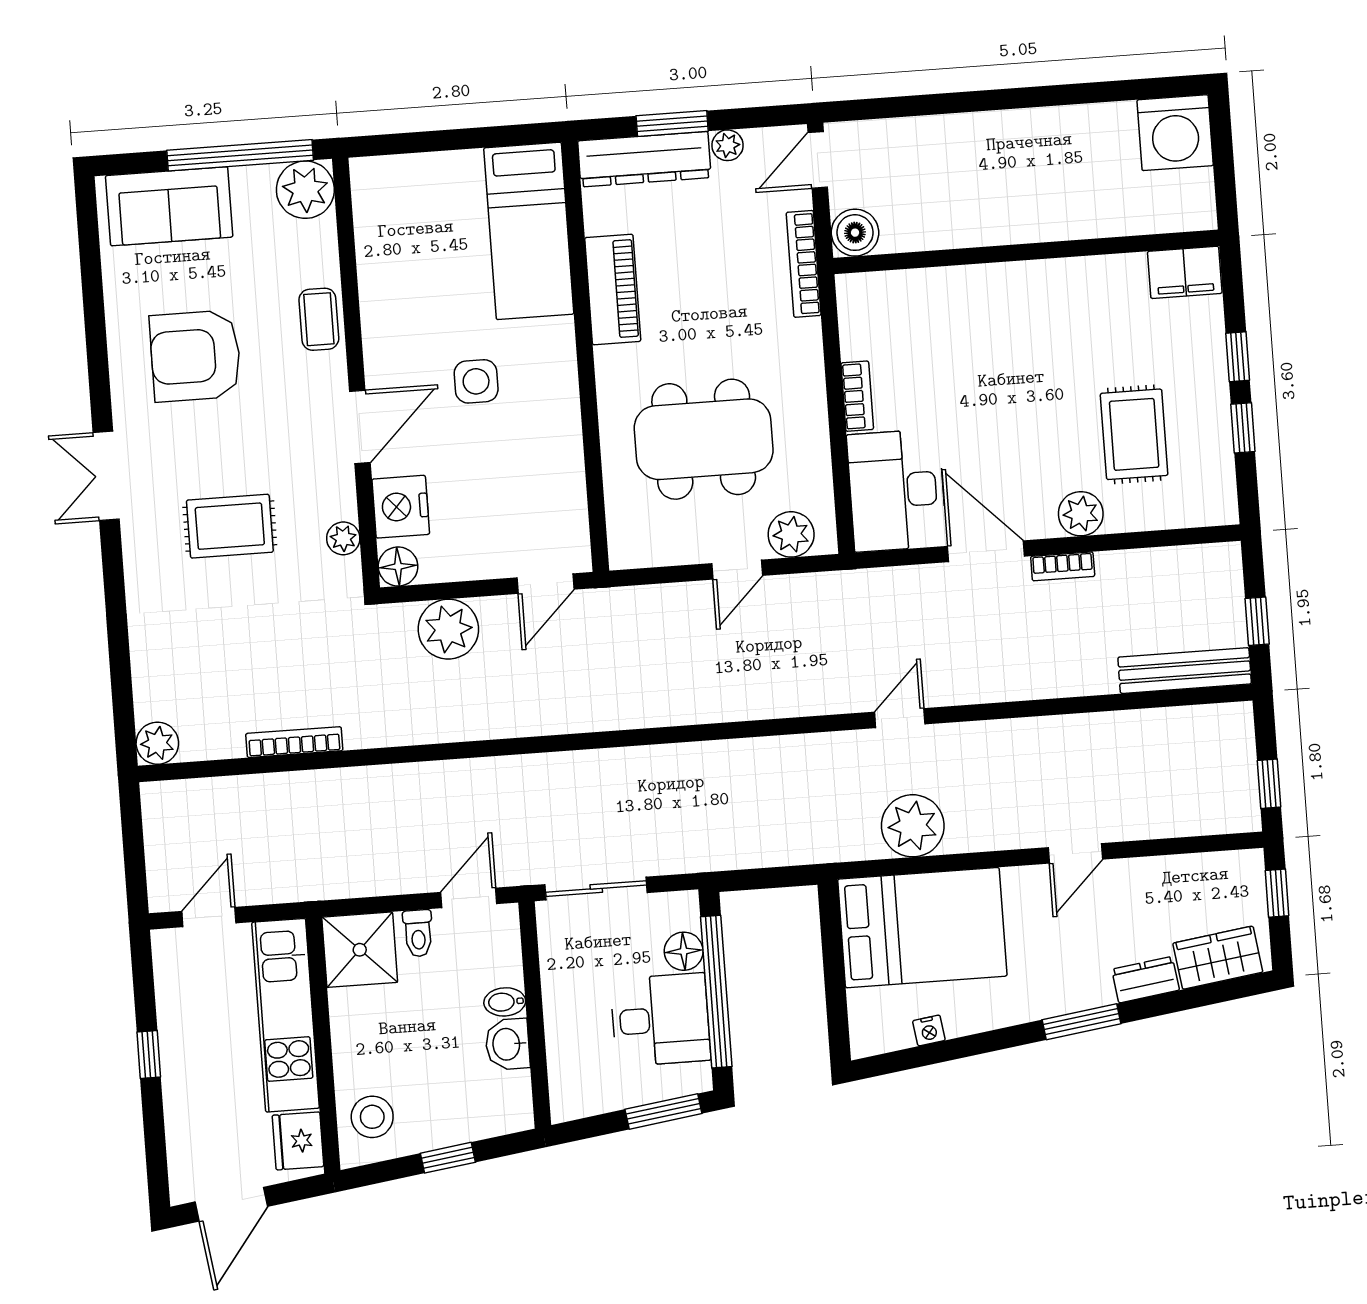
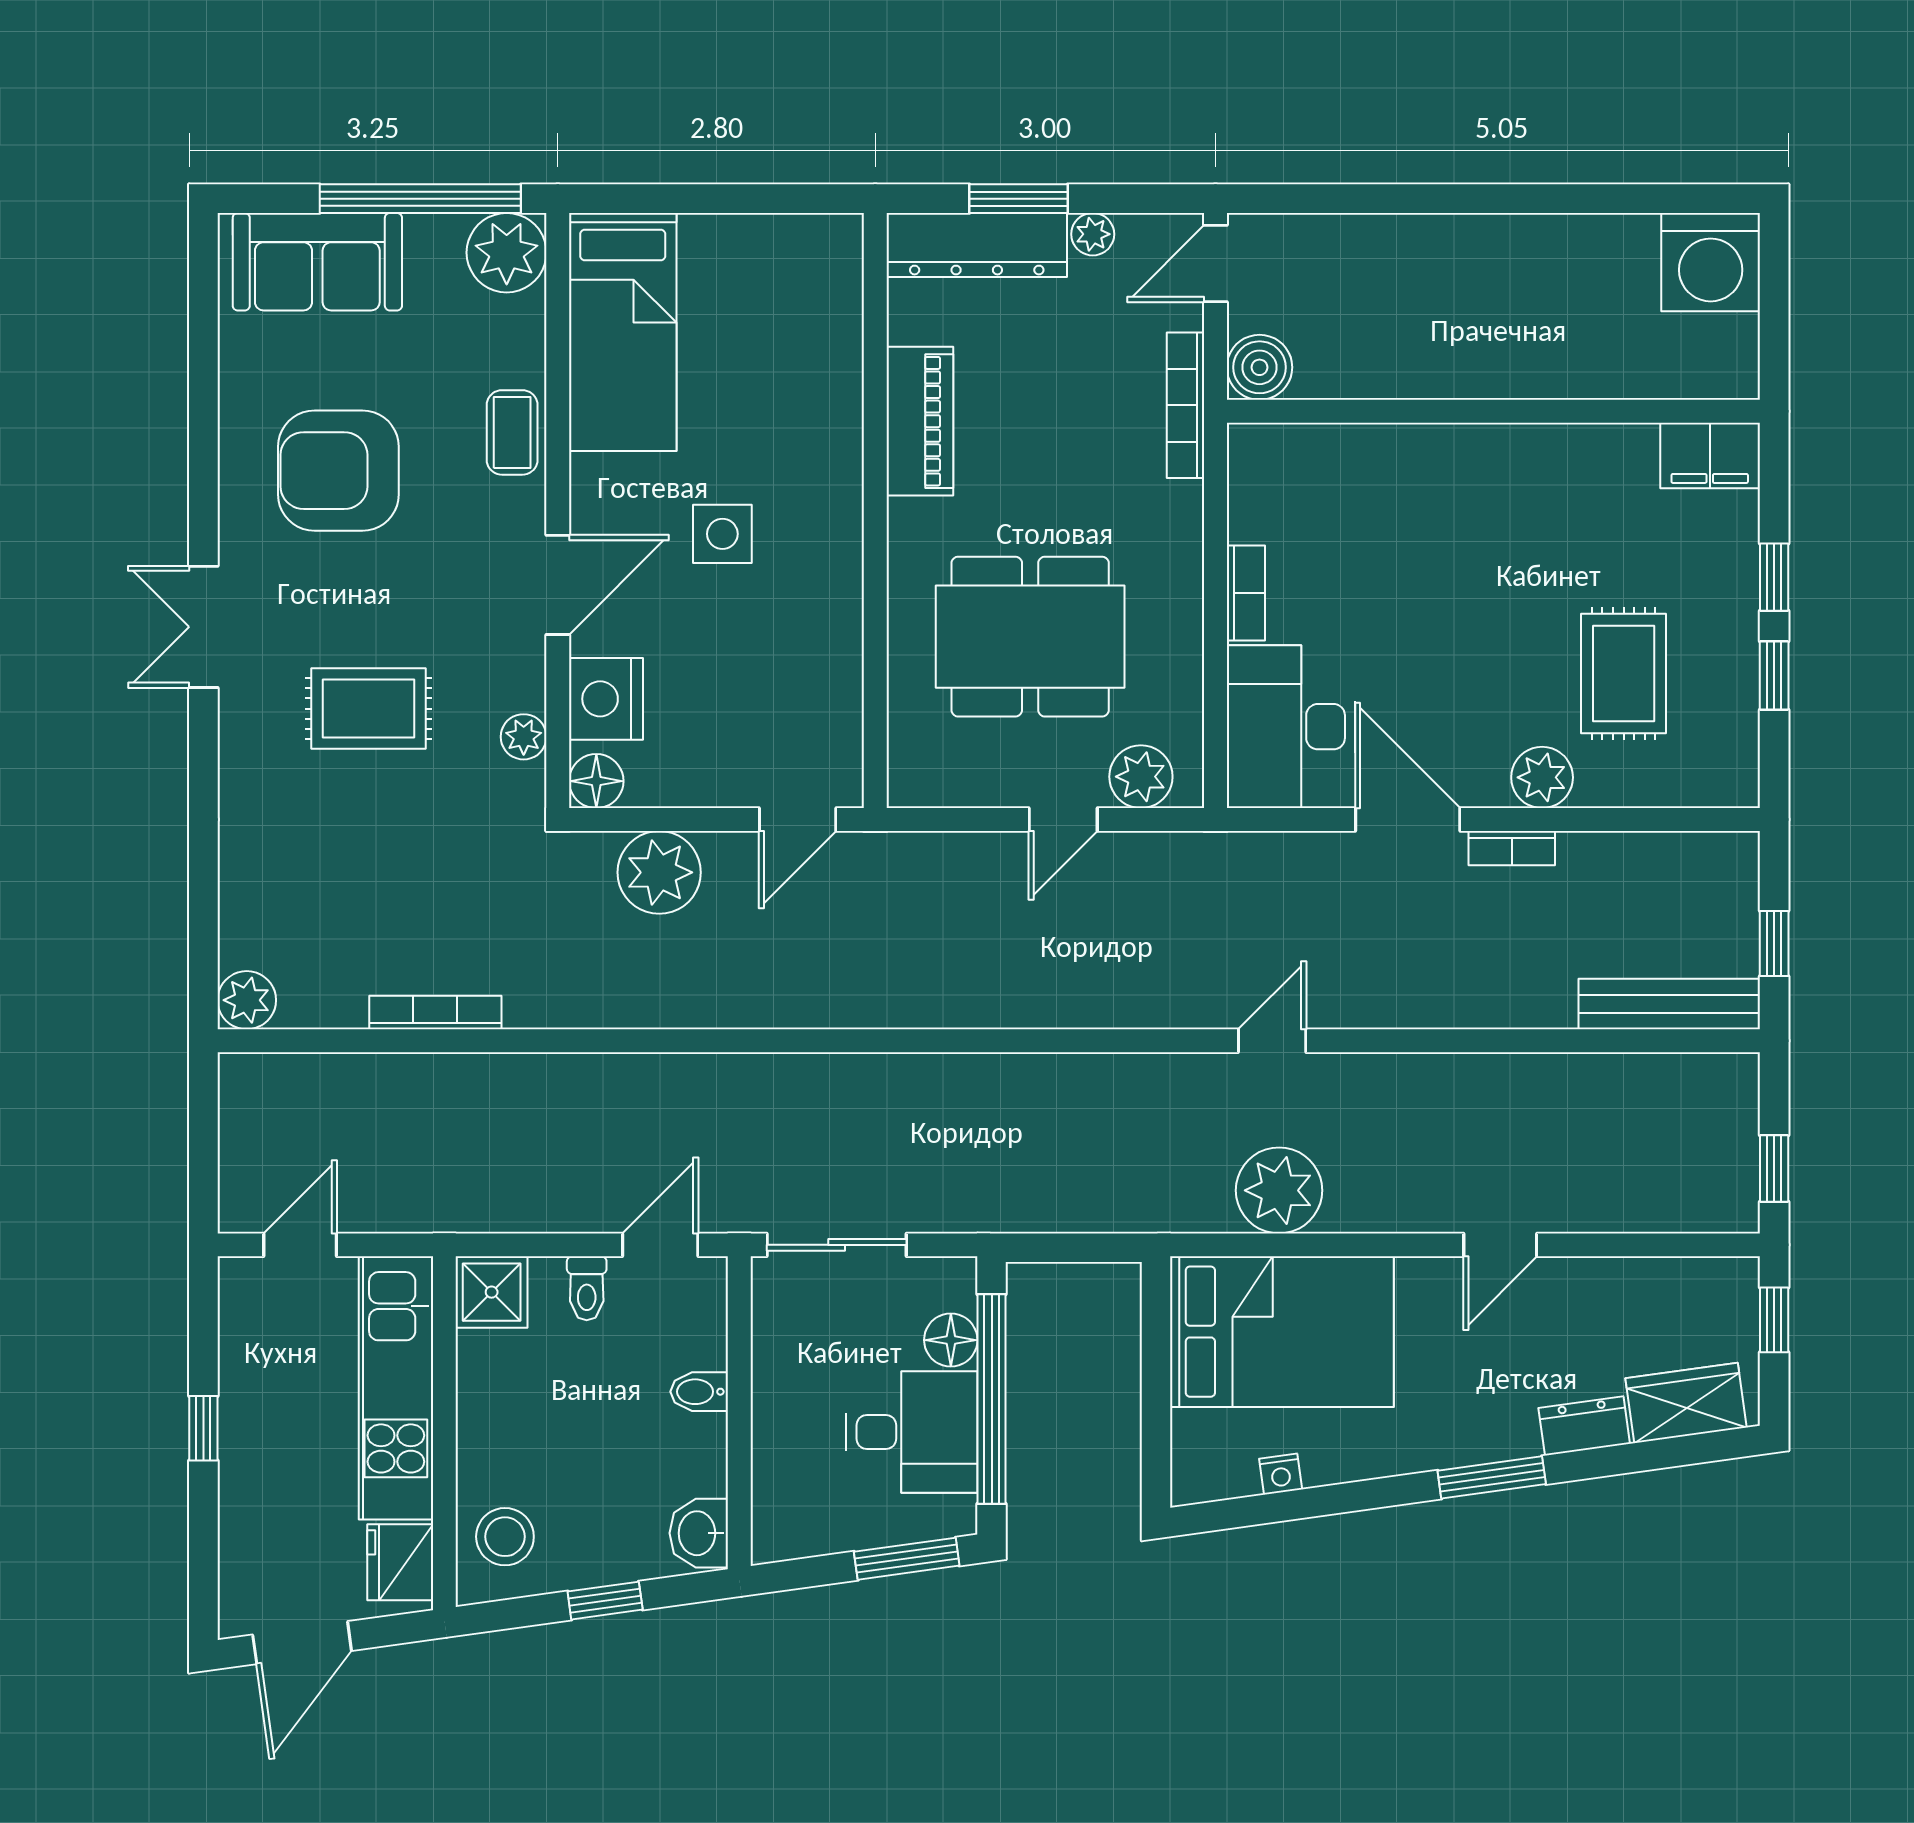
bed: (529, 231) -> (623, 332), moved
shower: (360, 950) -> (492, 1292), width x0.73, depth x0.73
washbasin: (508, 1044) -> (699, 1533), moved

